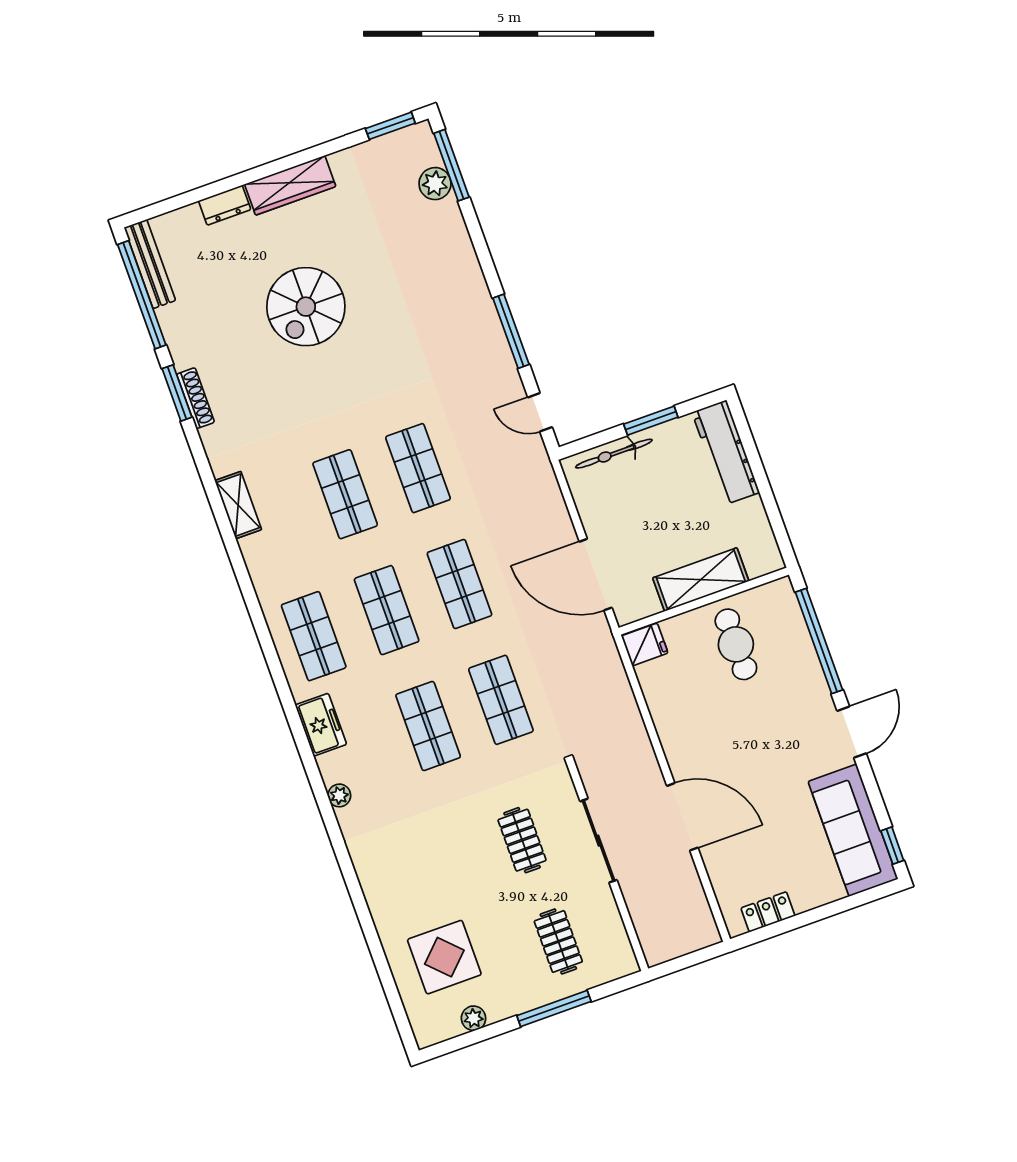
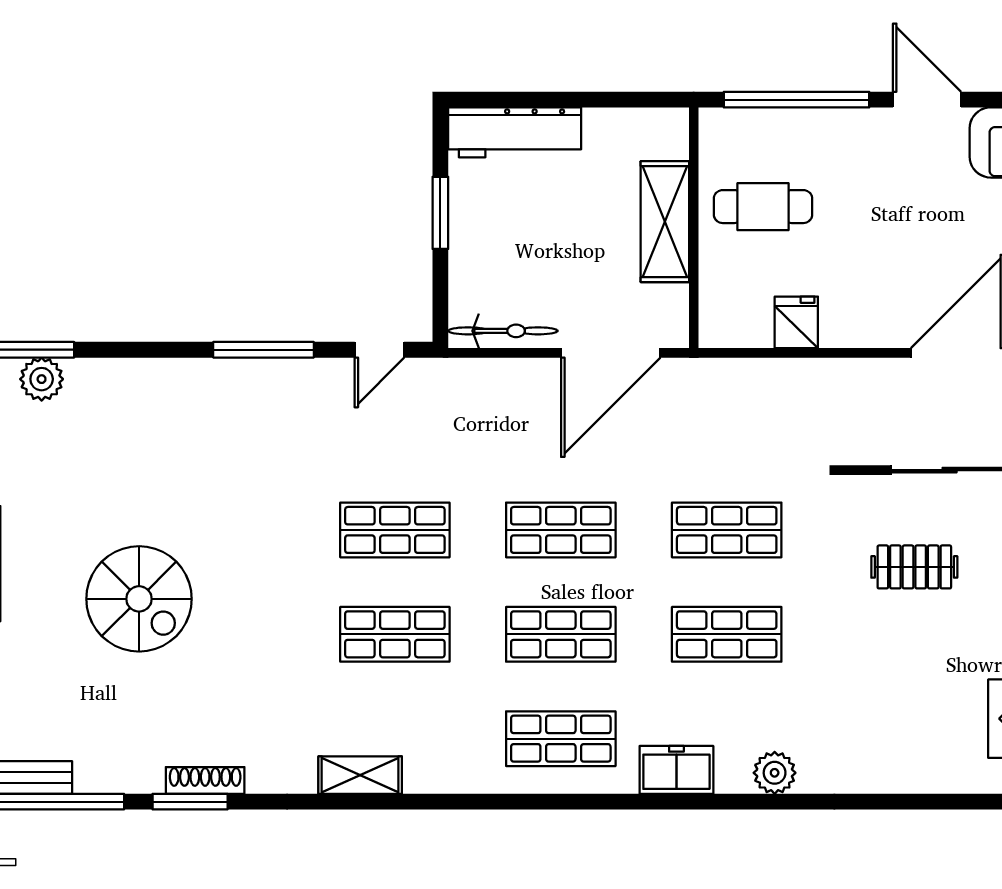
bicycle: (614, 454) -> (503, 331), moved, turned -90
fridge: (645, 644) -> (796, 322), moved
plant: (339, 795) -> (775, 773), width x1.38, depth x1.38

